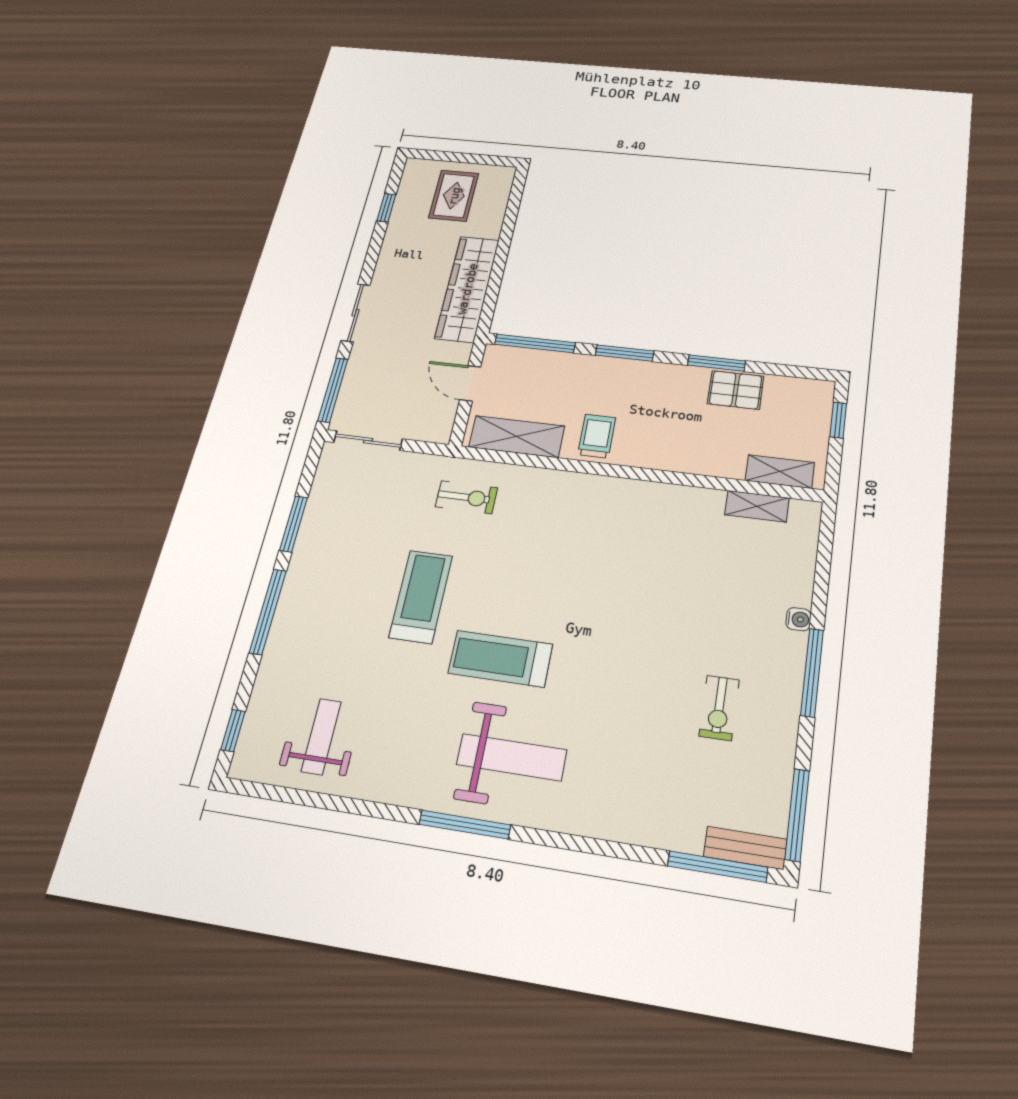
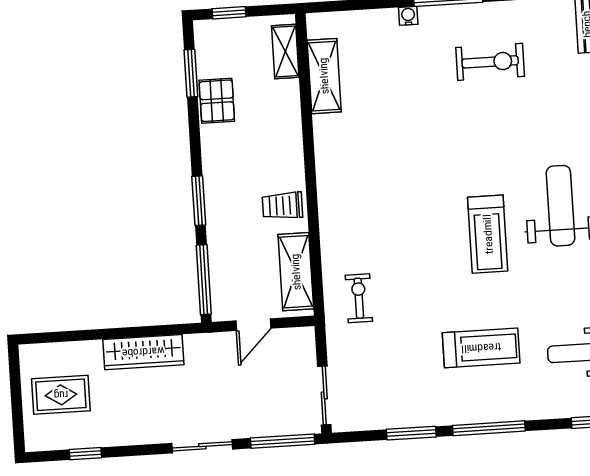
wardrobe: (467, 289) -> (143, 352), width x0.71, depth x0.85
window: (716, 363) -> (191, 73), moved
shelving: (757, 506) -> (324, 76), width x1.50, depth x1.33
treadmill: (421, 597) -> (481, 348), moved, turned 180
exercise bike: (719, 708) -> (490, 62), width x1.38, depth x1.39

